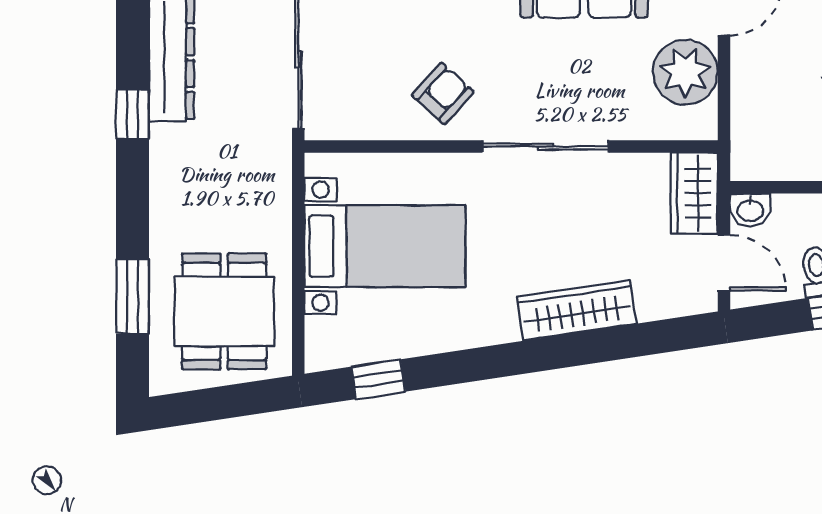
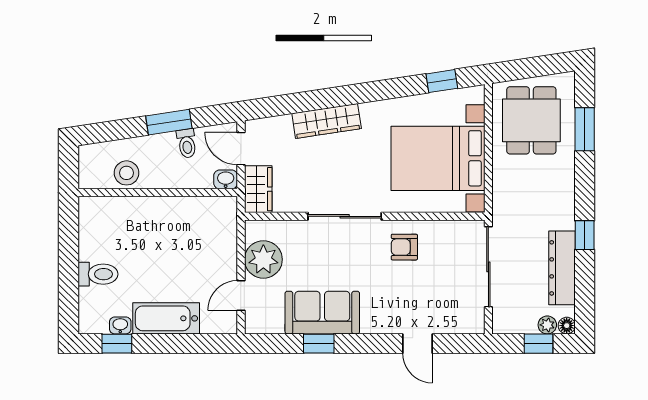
armchair: (443, 93) -> (404, 247), turned 48
bed with nightstands: (385, 246) -> (438, 158), width x1.36

